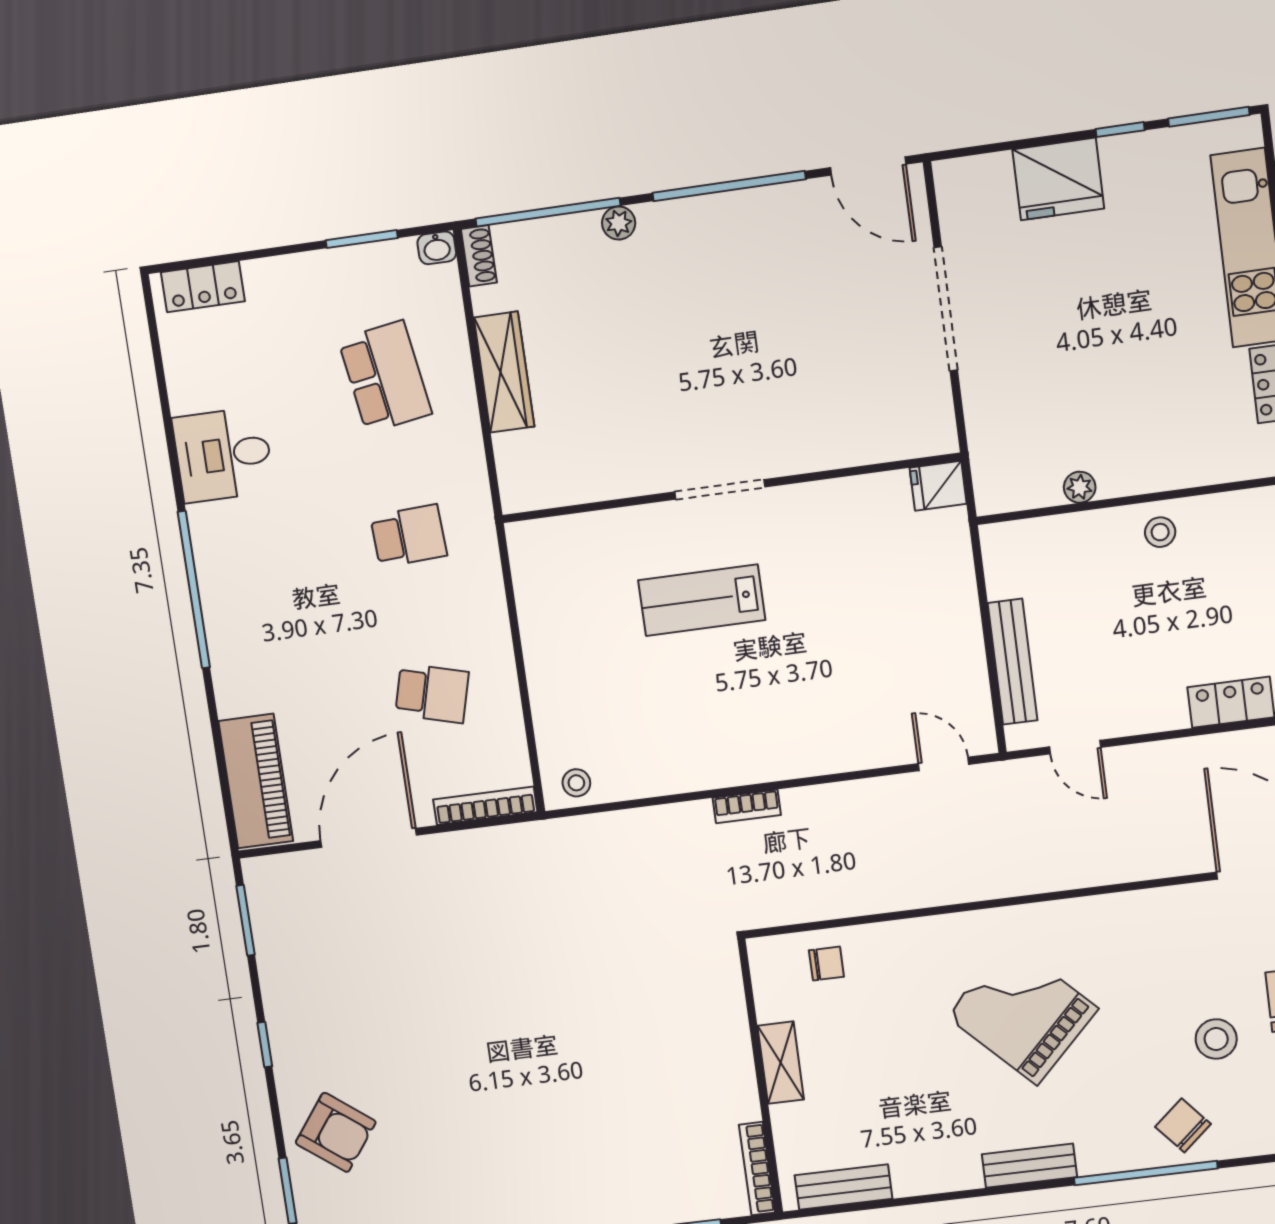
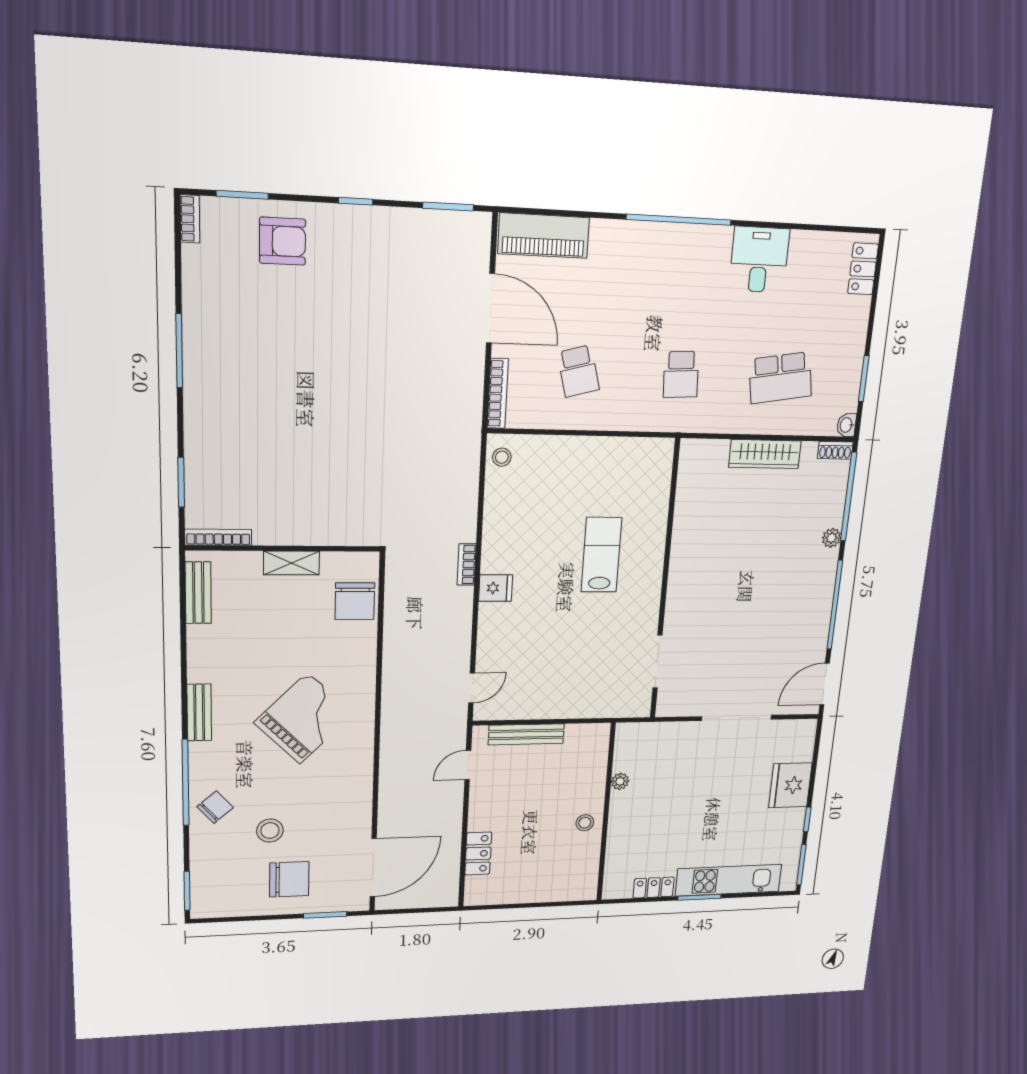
fridge: (938, 486) -> (496, 588), moved, turned 90
doorway: (720, 489) -> (657, 662), moved
school desk: (432, 693) -> (578, 371), turned -30
chair: (826, 964) -> (355, 601), width x1.87, depth x1.87
armchair: (336, 1132) -> (283, 241), turned -127

